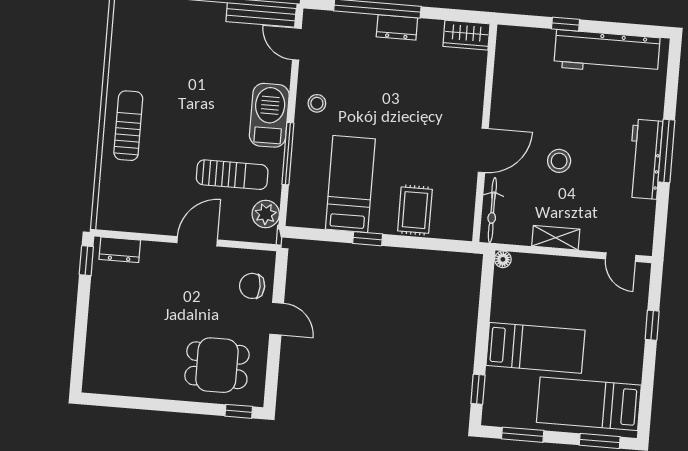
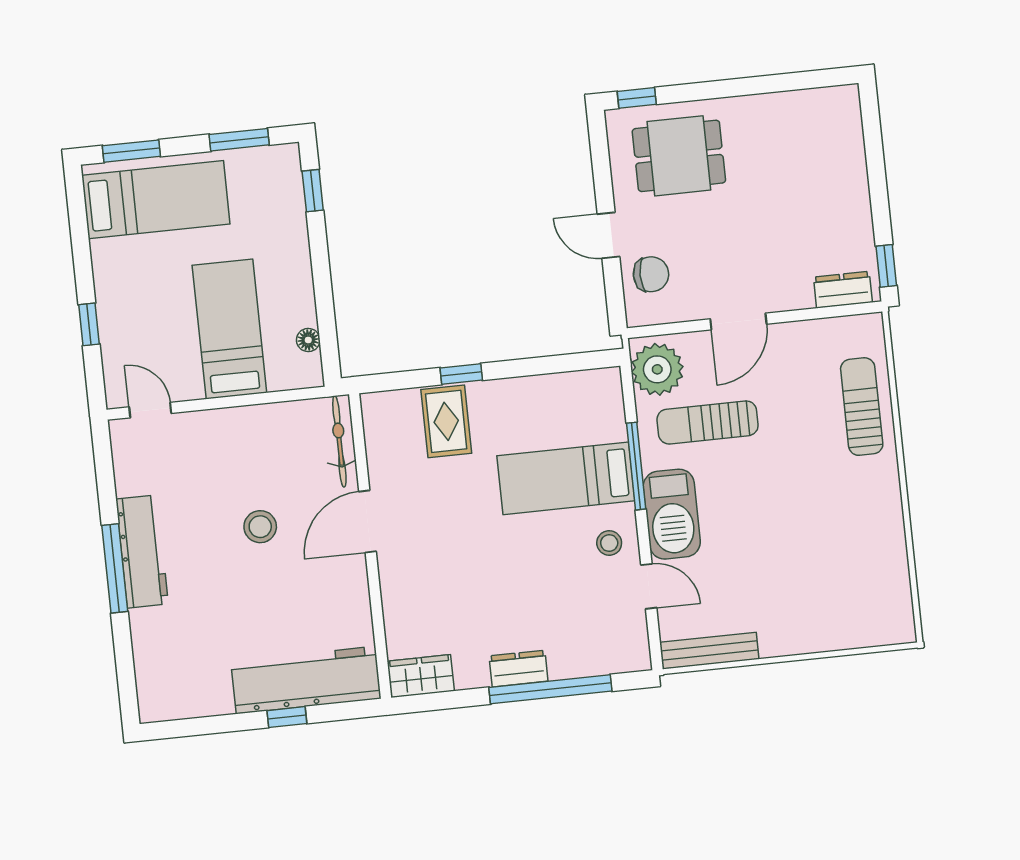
door: (297, 44) -> (649, 586), moved
workbench: (607, 52) -> (306, 680), moved
sun lounger: (128, 126) -> (862, 407), moved, turned 180
bed: (350, 184) -> (566, 478), moved, turned 90
plant: (266, 214) -> (657, 369), width x1.36, depth x1.36
shelving: (556, 238) -> (245, 420), removed
window: (368, 239) -> (461, 374), moved
floor lamp: (503, 259) -> (308, 340), moved
bed: (535, 348) -> (229, 329), moved, turned 90

